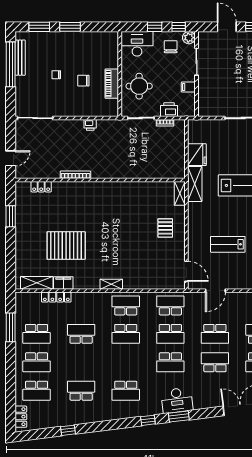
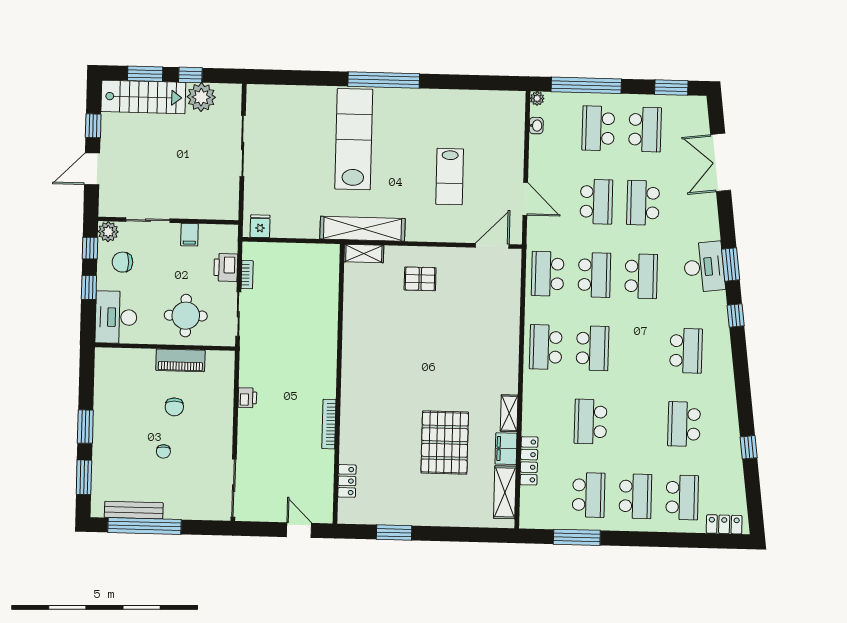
fridge: (197, 155) -> (260, 226), moved, width x0.53, depth x0.75
shelving: (195, 184) -> (362, 229), width x1.47
shelving: (111, 284) -> (509, 413), moved

